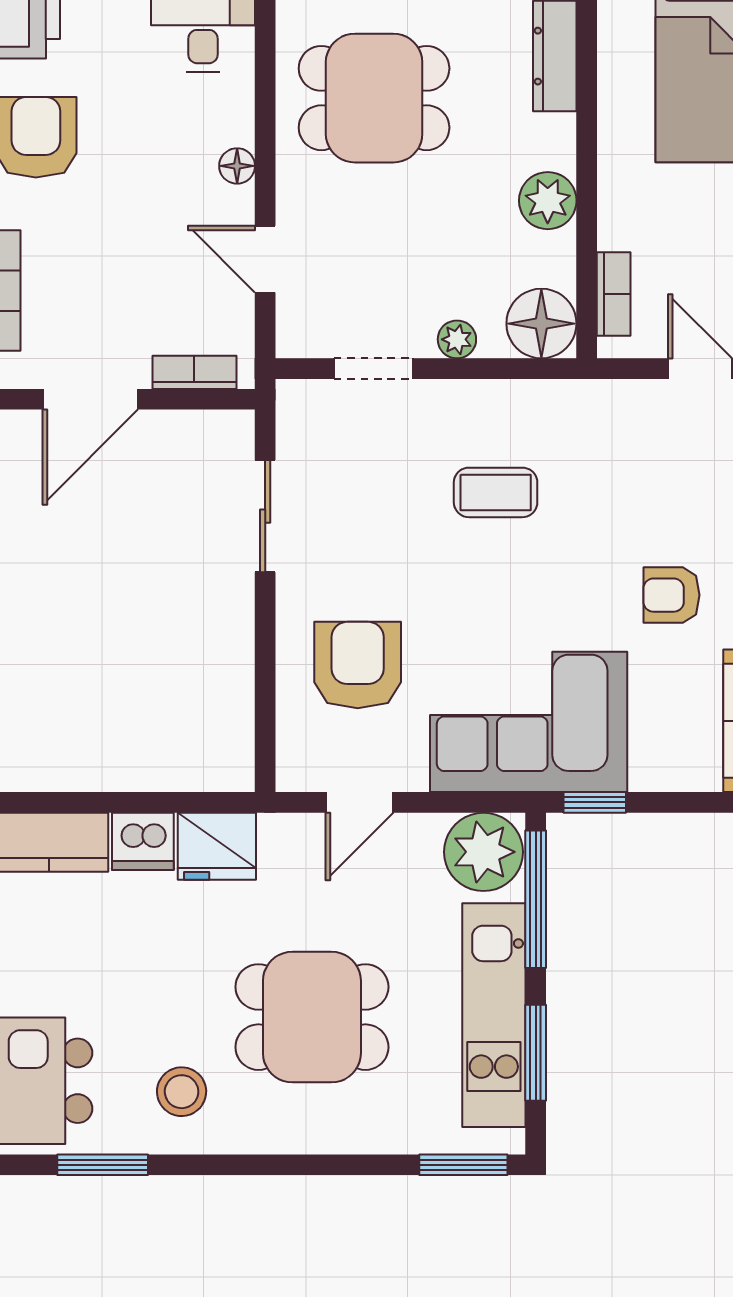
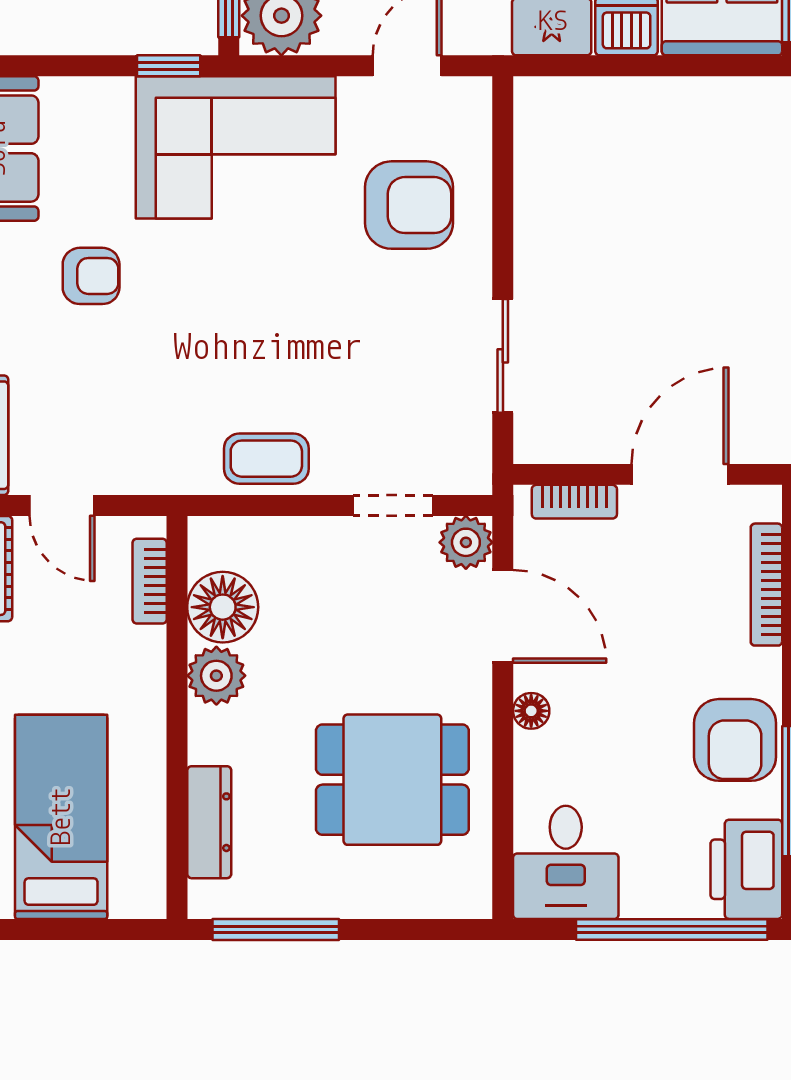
door: (265, 259) -> (503, 616), width x1.38
floor lamp: (541, 324) -> (223, 607), moved
plant: (457, 339) -> (466, 542), moved, width x1.38, depth x1.38
coffee table: (496, 492) -> (266, 459), moved
armchair: (358, 665) -> (409, 205), turned -90

